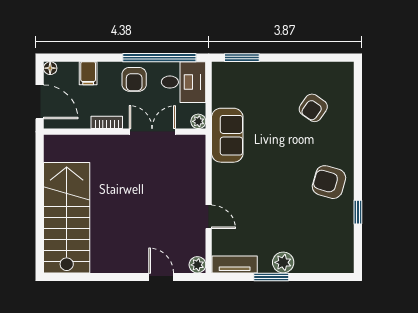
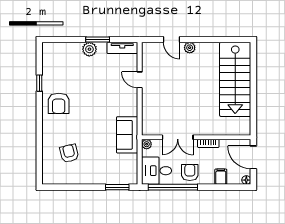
armchair: (313, 108) -> (69, 153), turned -49
armchair: (329, 182) -> (59, 103), turned 74
plant: (197, 265) -> (190, 48), moved

